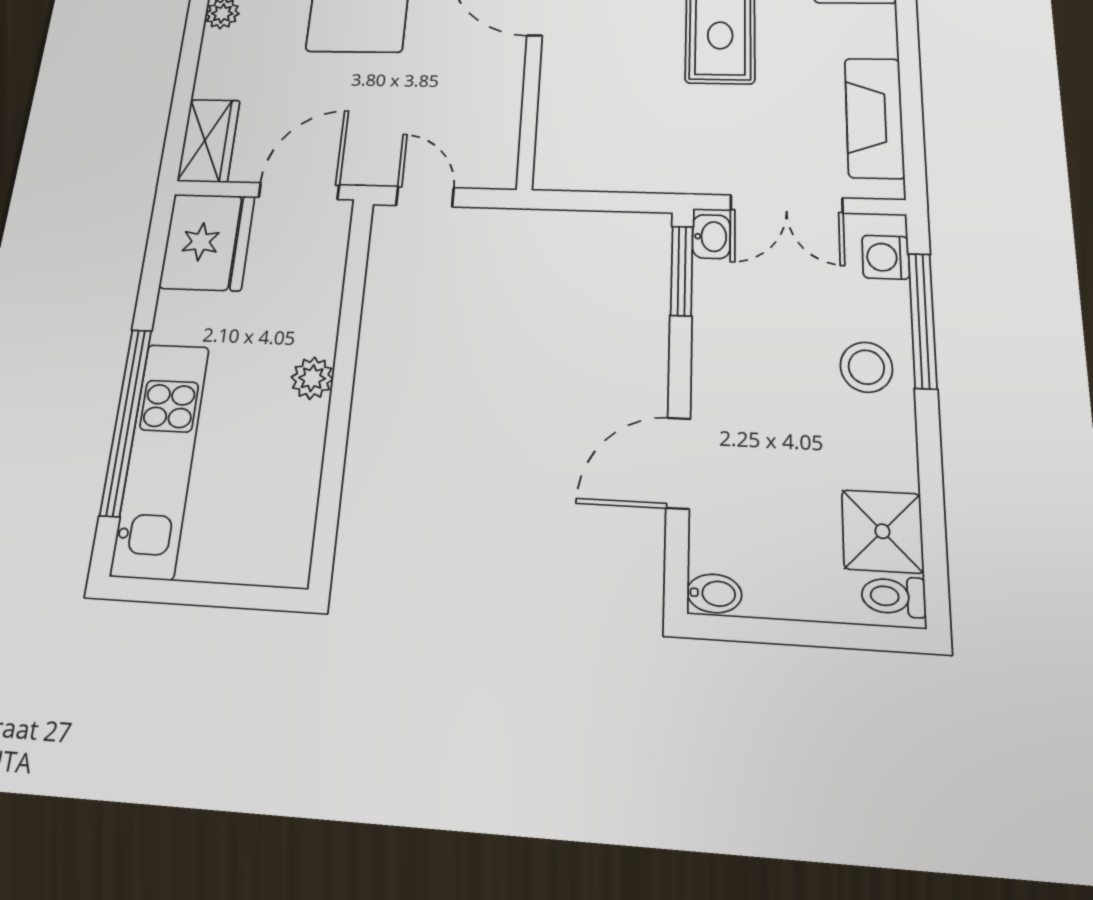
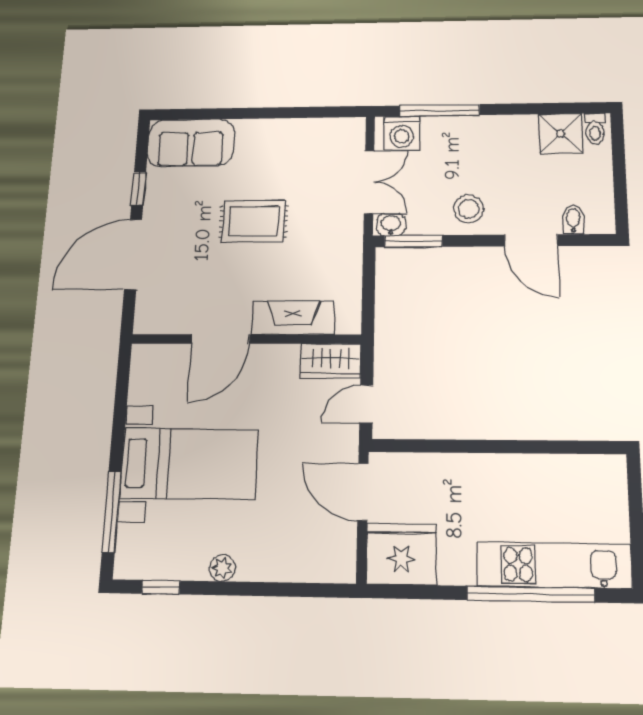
fireplace: (874, 118) -> (293, 318), moved, turned 180
wardrobe: (209, 141) -> (331, 361), moved, turned 180
washing machine: (886, 257) -> (402, 133), width x1.38, depth x1.38
stool: (866, 367) -> (469, 209), moved
plant: (312, 378) -> (493, 467), removed
bidet: (714, 593) -> (573, 220), moved

